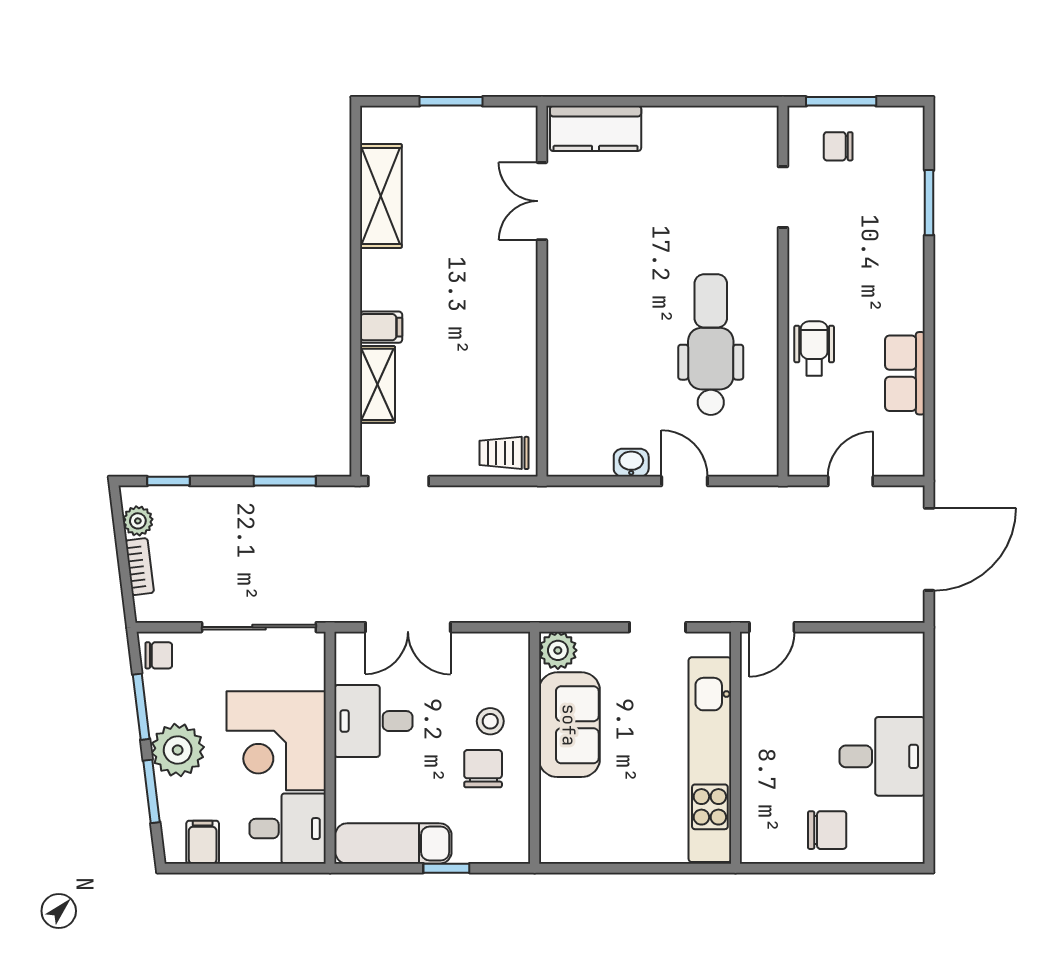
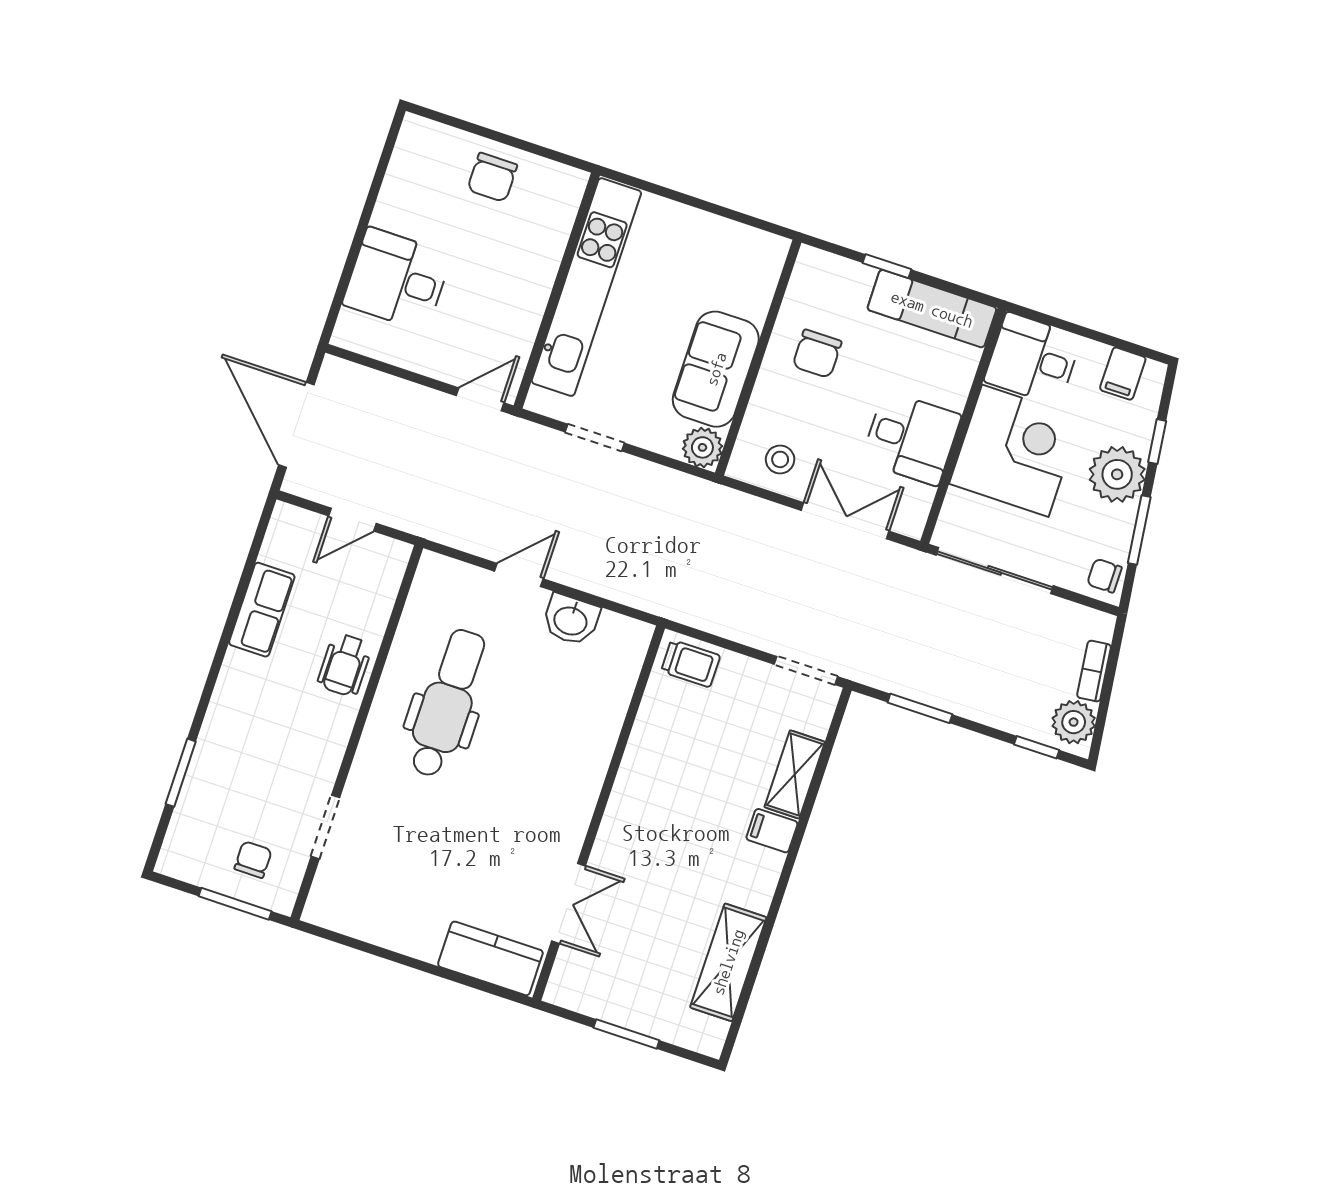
chair: (838, 146) -> (253, 860), turned -90
dental chair: (711, 345) -> (447, 703), turned 180
washbasin: (631, 463) -> (571, 620), width x1.38, depth x1.45
door: (685, 481) -> (519, 575), swing flipped
plant: (138, 521) -> (1074, 722), width x1.38, depth x1.38
door: (929, 549) -> (296, 425), hinge flipped
stool: (490, 721) -> (780, 459), moved
desk: (882, 756) -> (397, 279), moved
window: (152, 791) -> (1157, 442), width x0.67
chair: (827, 830) -> (492, 177), turned -90

